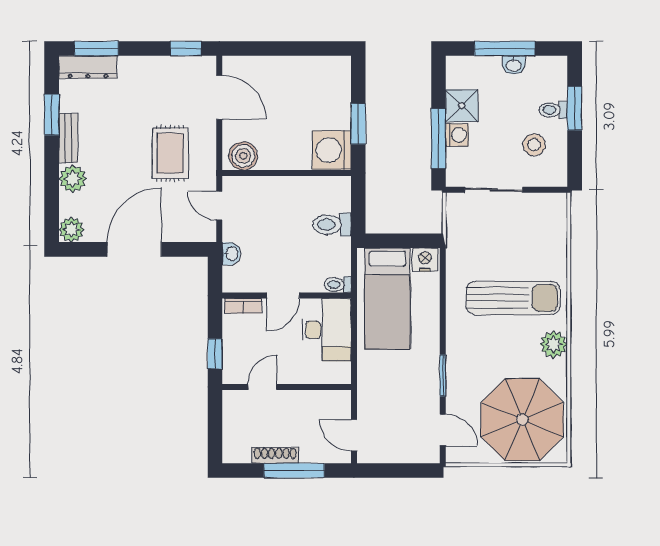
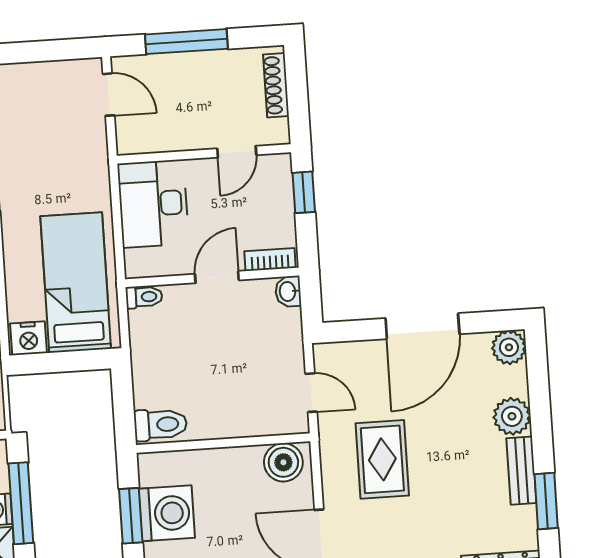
washing machine: (332, 150) -> (167, 513), moved
toilet: (332, 225) -> (160, 425), moved
washbasin: (231, 254) -> (288, 291), moved
desk: (326, 330) -> (153, 204), moved
shoe rack: (275, 455) -> (276, 85), moved, turned 90

